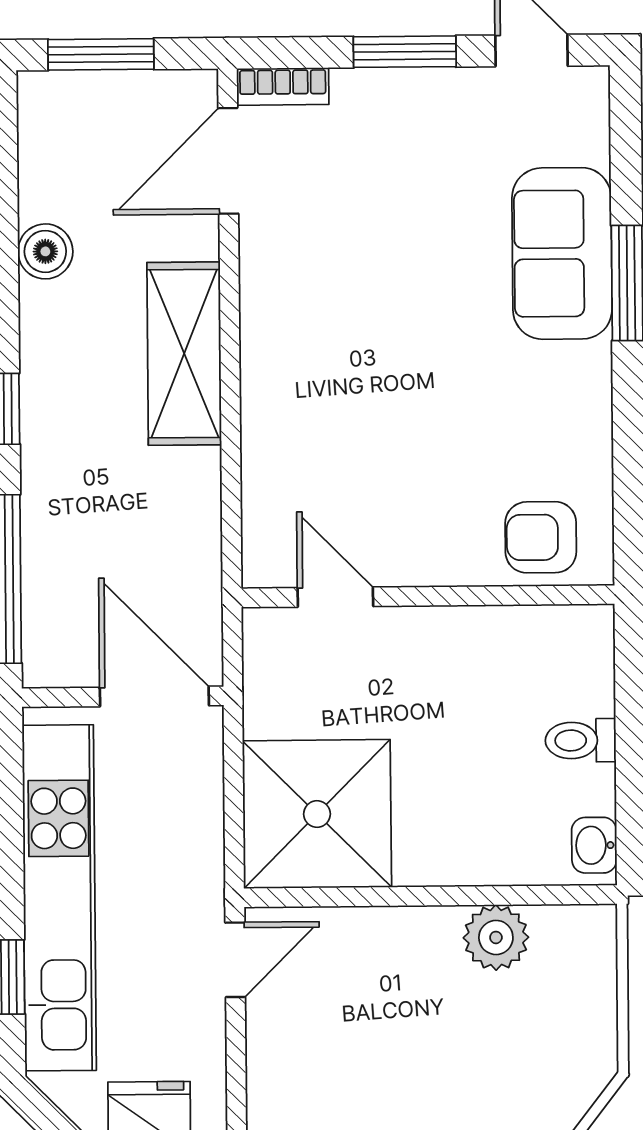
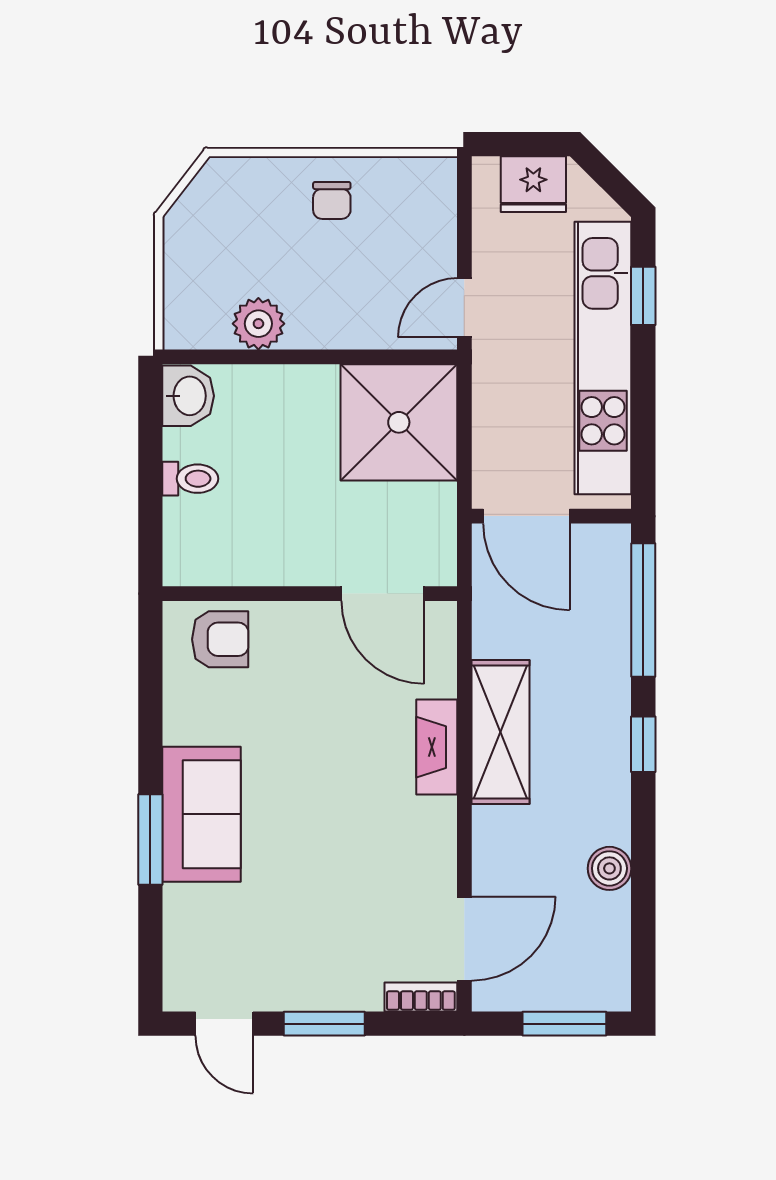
sofa: (562, 253) -> (202, 814), moved
shelving: (184, 354) -> (501, 732), moved
fireplace: (265, 403) -> (437, 747), added
door: (335, 597) -> (383, 594), width x1.38
washbasin: (594, 845) -> (188, 396), width x1.38, depth x1.45
chair: (404, 1094) -> (332, 200), added

